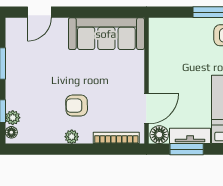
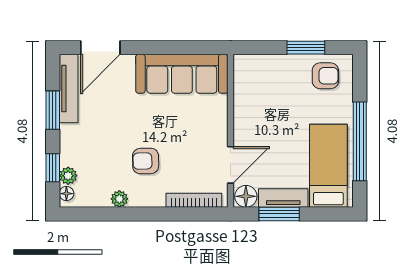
door: (39, 12) -> (100, 48), width x1.38
tv unit: (13, 46) -> (69, 89), added
plant: (72, 137) -> (119, 199), moved

